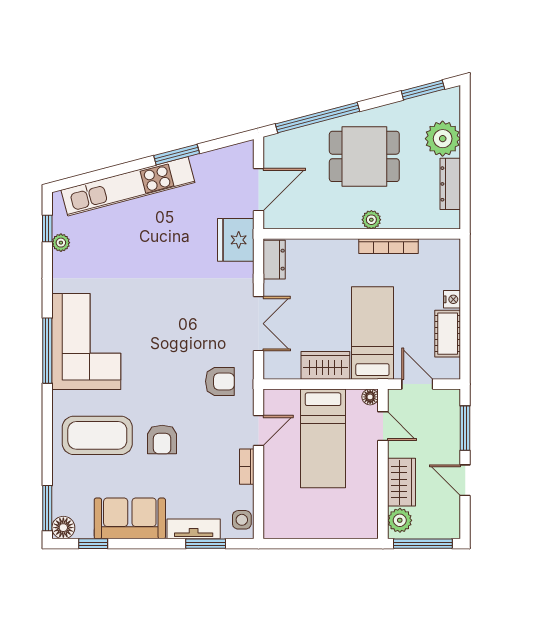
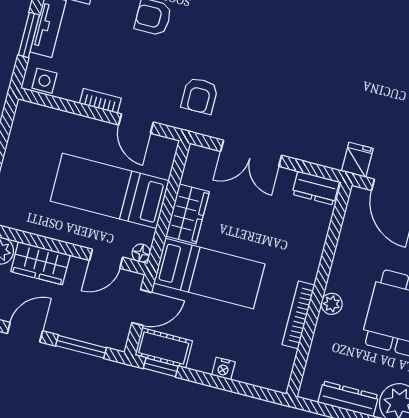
fridge: (236, 240) -> (357, 160), width x0.53, depth x0.75
cot: (448, 334) -> (164, 348), moved
window: (465, 354) -> (161, 367), added

